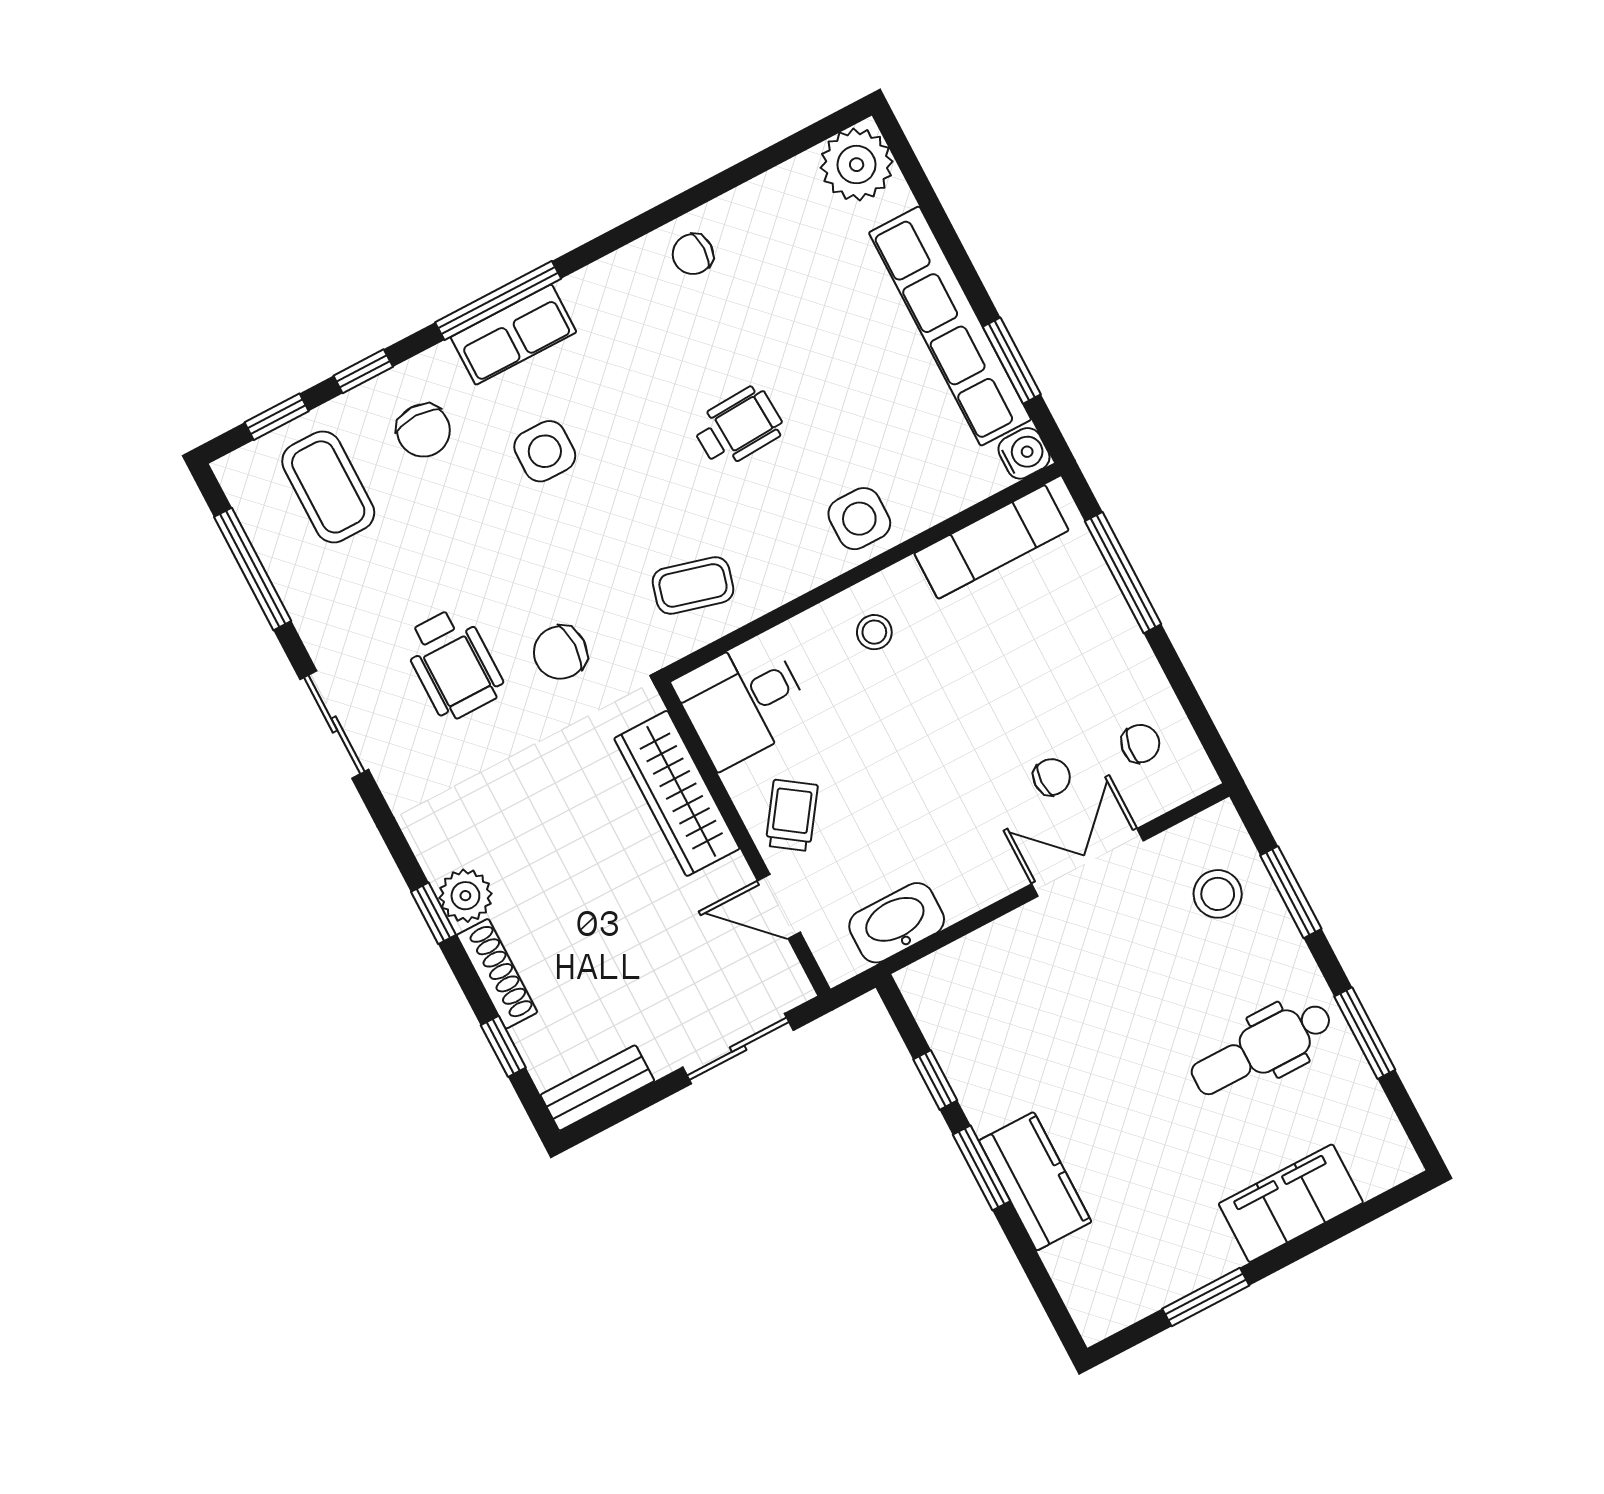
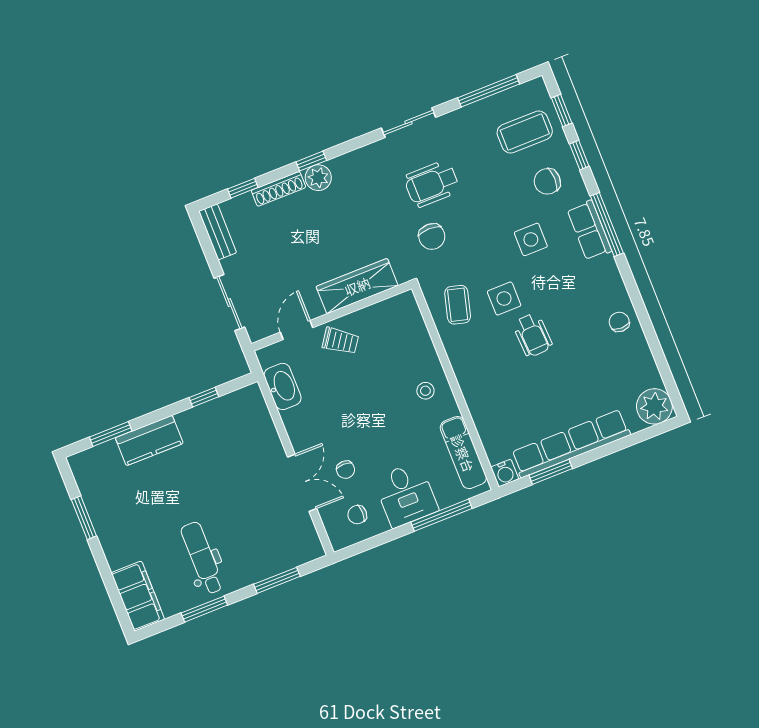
side table: (859, 519) -> (504, 298), moved
chair: (560, 653) -> (432, 237), turned 180
desk: (743, 702) -> (406, 494), moved, turned 180
chair: (1140, 744) -> (357, 515), turned 82
stool: (1218, 894) -> (280, 545), removed
window: (981, 1168) -> (111, 434), moved
filing cabinet: (1291, 1203) -> (138, 596), moved

